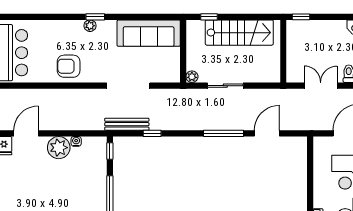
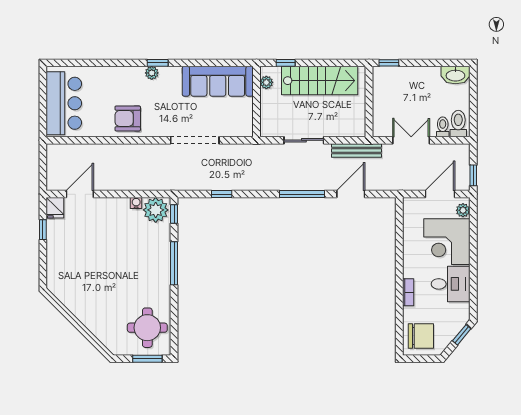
plant: (192, 77) -> (266, 82), moved
bench: (127, 124) -> (356, 151), moved
plant: (59, 148) -> (156, 210), moved

